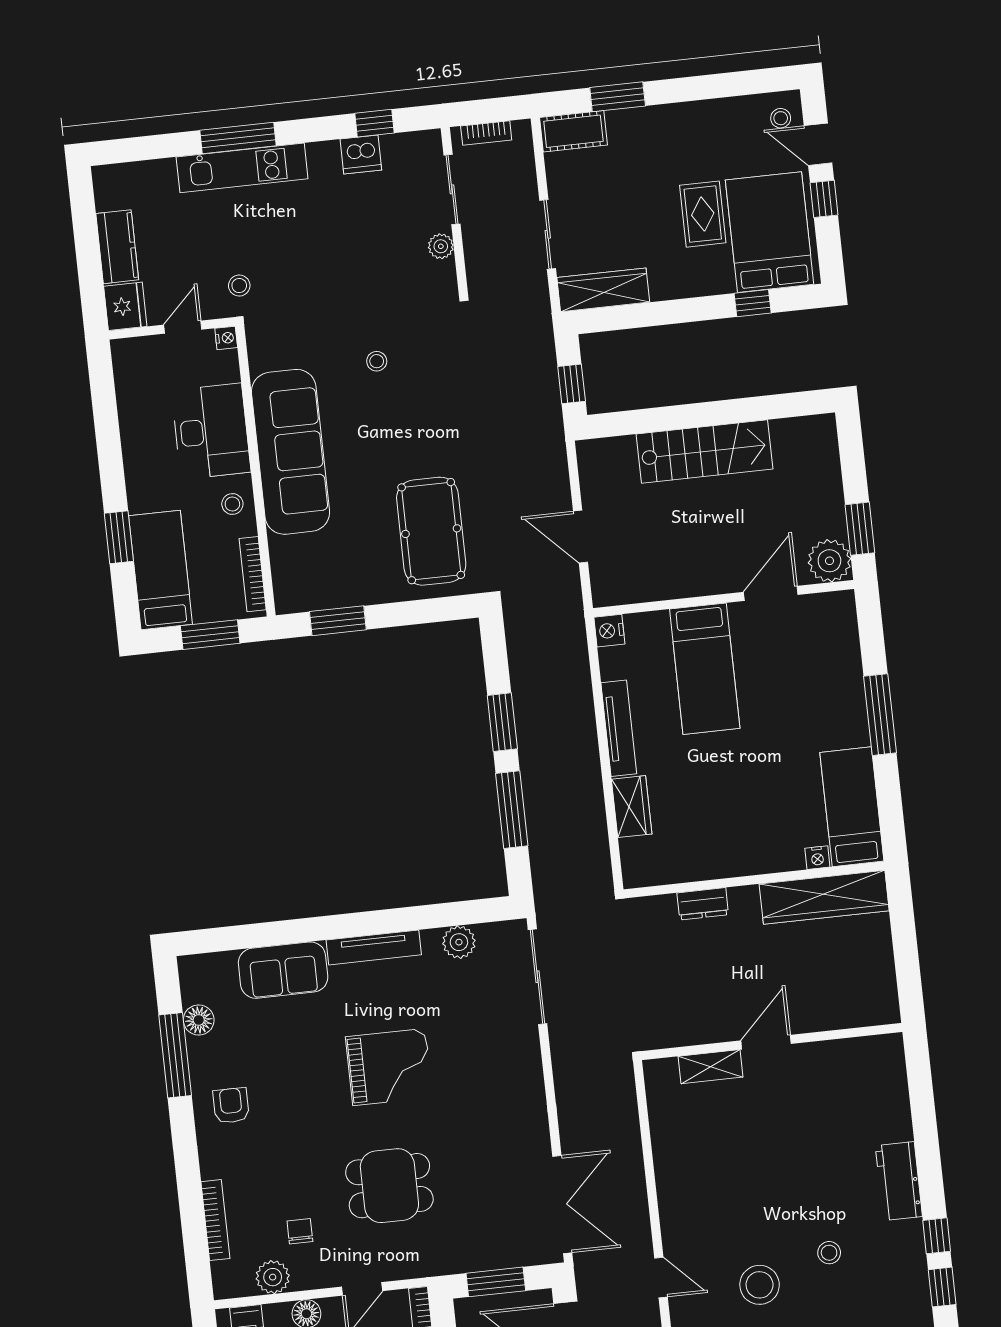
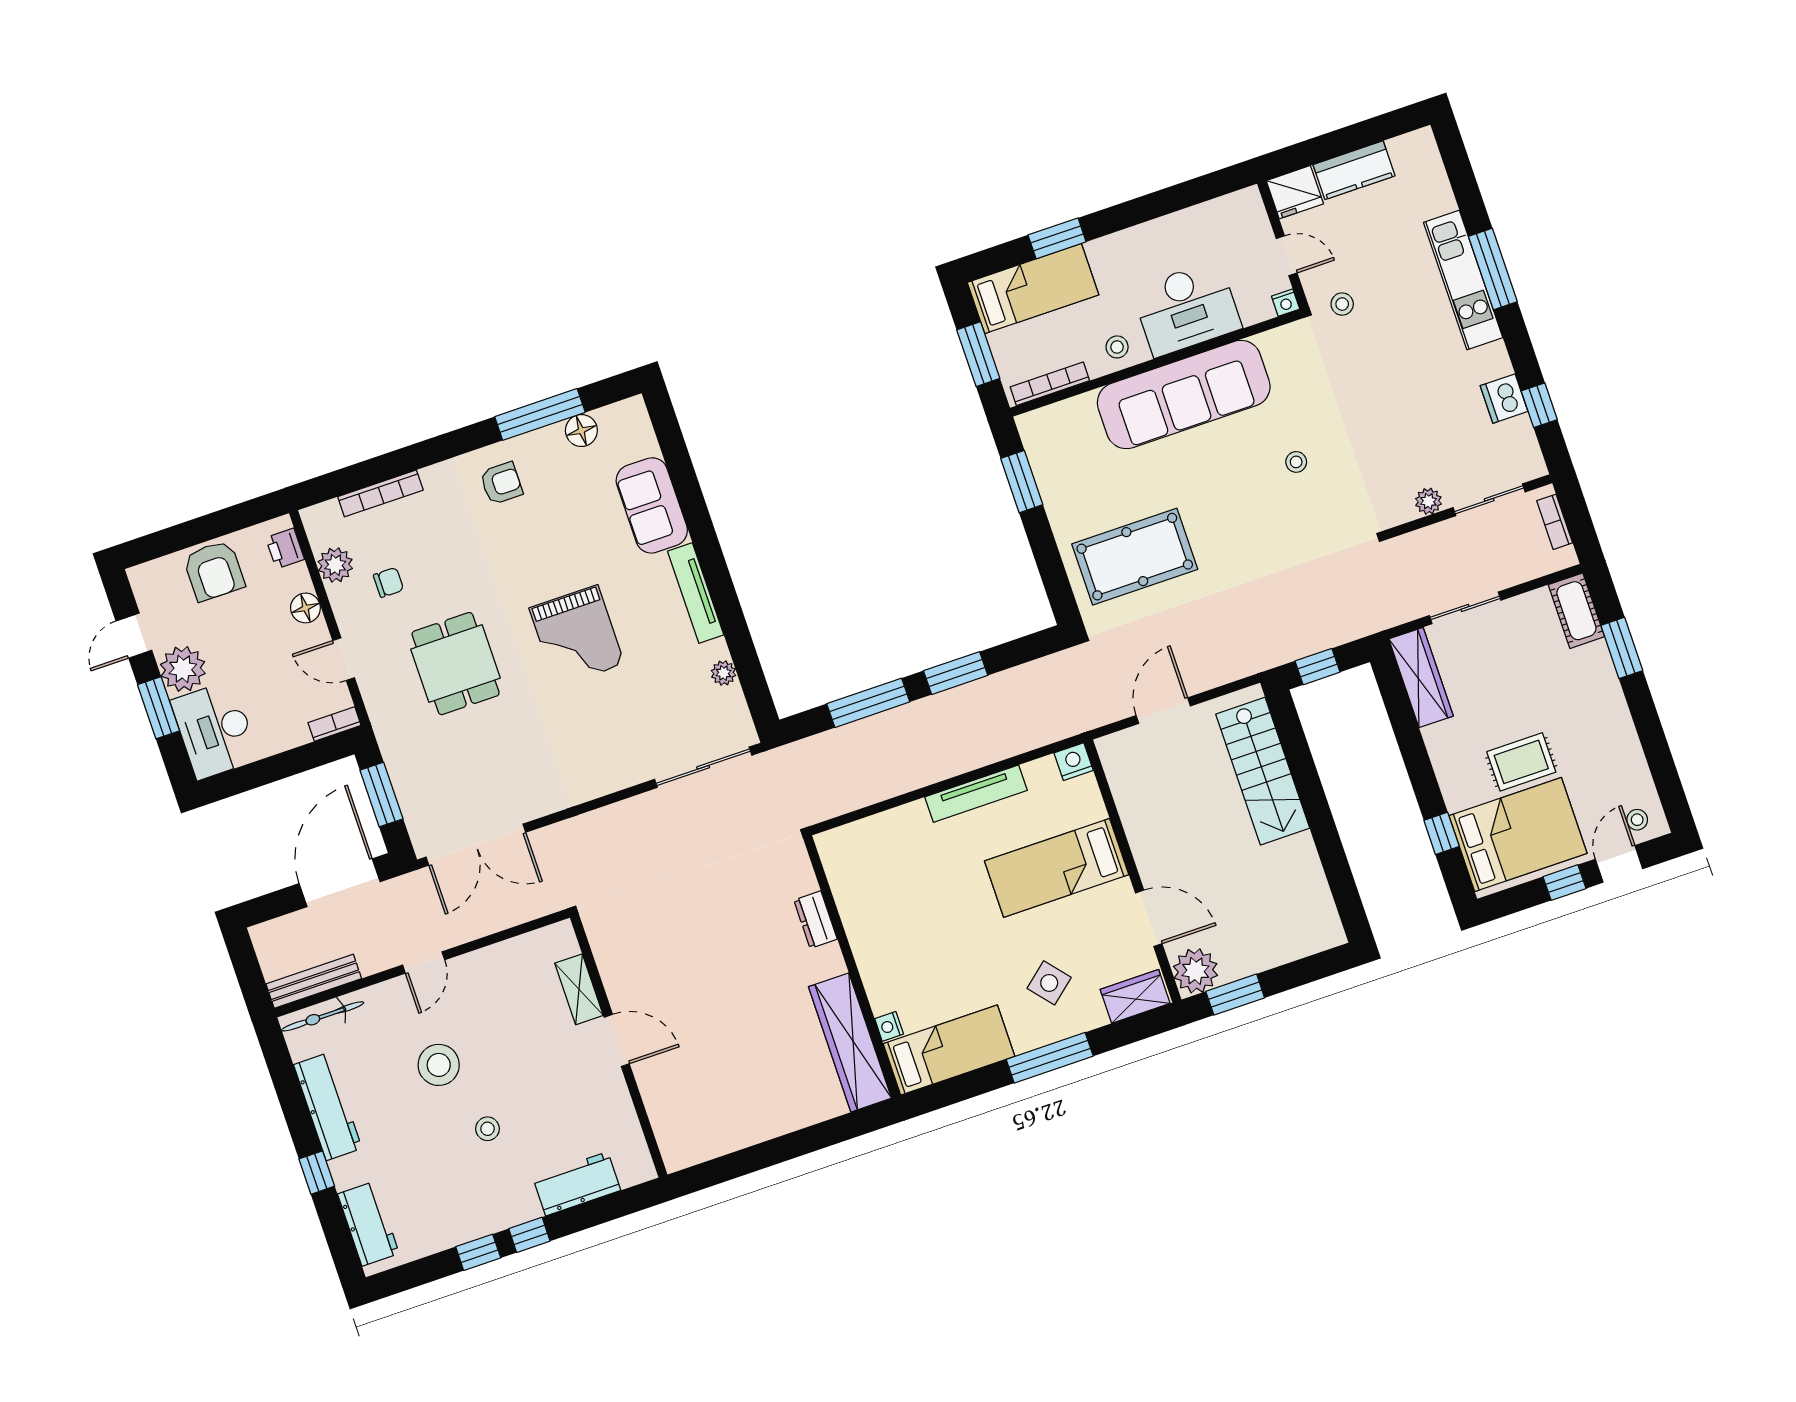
stairs: (705, 452) -> (1263, 771), moved
side table: (810, 700) -> (1049, 983), added
wardrobe: (632, 807) -> (1135, 996), moved, turned 180
plant: (459, 942) -> (724, 673), width x0.73, depth x0.73
wall: (772, 1041) -> (619, 1046), moved
door: (766, 1042) -> (617, 1040), moved
shelving: (711, 1067) -> (579, 989), moved

